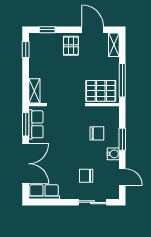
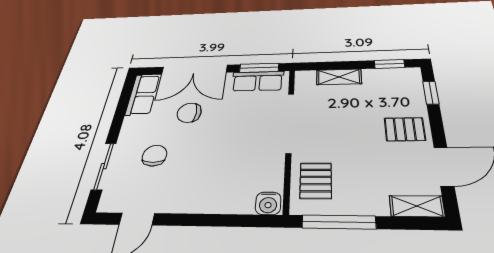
shelving: (34, 91) -> (339, 77), moved
pallet: (101, 91) -> (316, 181), width x0.67, depth x0.71
chair: (97, 133) -> (189, 113), moved, turned 90
window: (122, 139) -> (213, 220), removed
water cooler: (113, 154) -> (268, 203), moved

